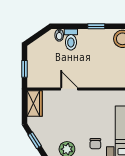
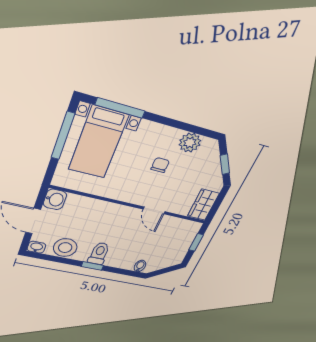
toilet: (71, 40) -> (99, 253), moved
chair: (95, 144) -> (160, 165), moved

